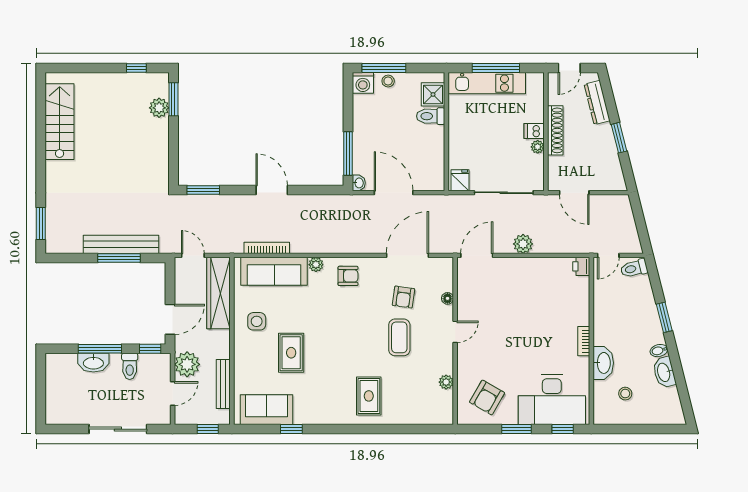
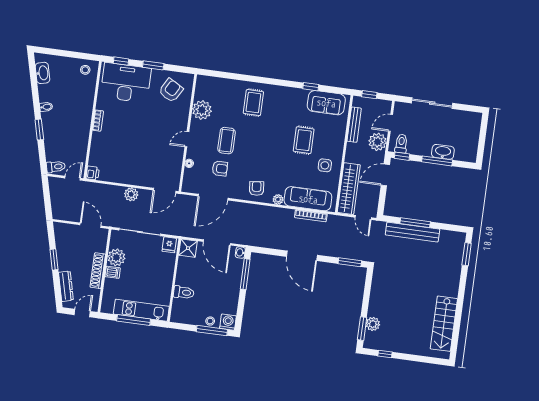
shower: (433, 94) -> (188, 248), moved
plant: (538, 147) -> (116, 257), width x1.88, depth x1.88
door: (272, 190) -> (302, 256), width x1.36
armchair: (348, 276) -> (257, 188), turned 83
armchair: (403, 297) -> (220, 168), turned 82
washbasin: (603, 363) -> (86, 103), removed
toilet: (130, 366) -> (401, 144), moved
washbasin: (664, 372) -> (43, 73), moved
plant: (446, 382) -> (202, 110), width x1.87, depth x1.87
stool: (625, 394) -> (85, 70), moved

